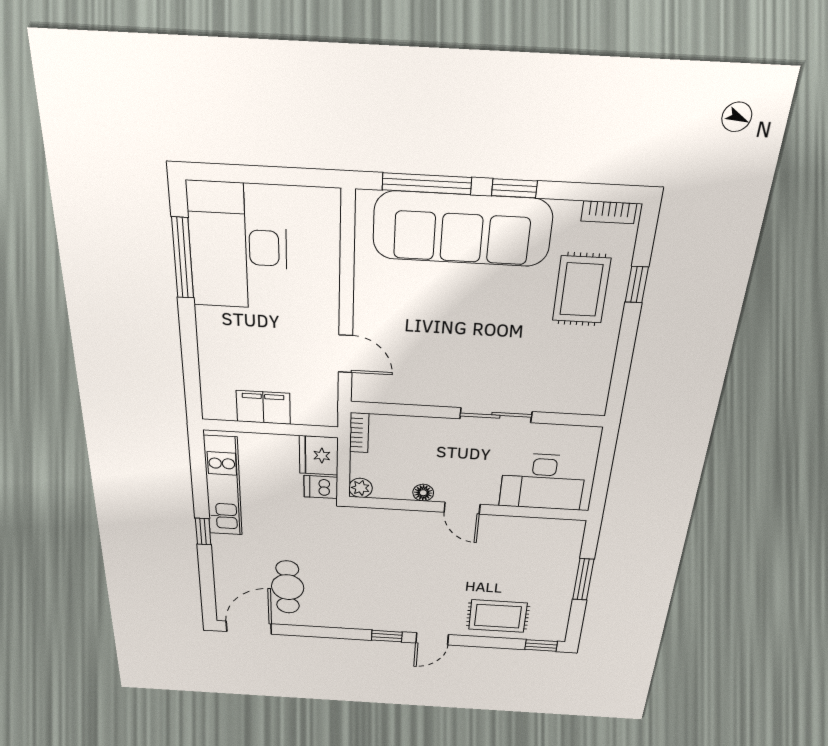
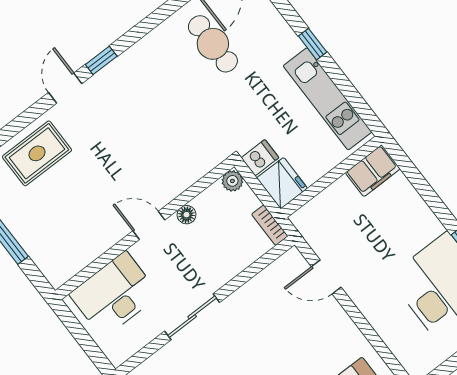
filing cabinet: (263, 407) -> (373, 171), moved

